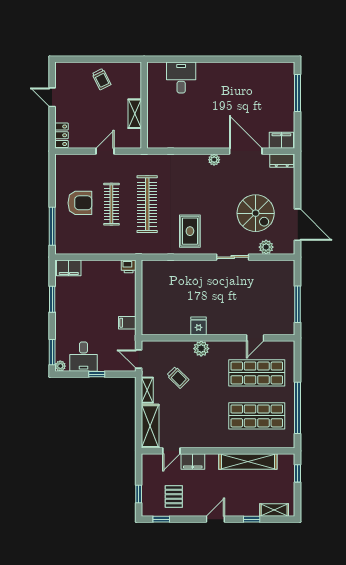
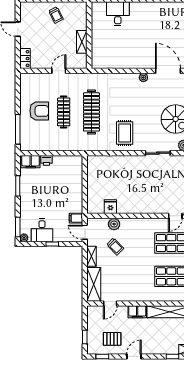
printer: (129, 266) -> (46, 160), moved
filing cabinet: (127, 323) -> (76, 218), moved
fridge: (199, 326) -> (110, 207), moved
plant: (201, 349) -> (114, 224), moved
filing cabinet: (193, 461) -> (137, 312), moved
pallet: (174, 497) -> (112, 339), turned 90
door: (215, 519) -> (134, 357), moved

